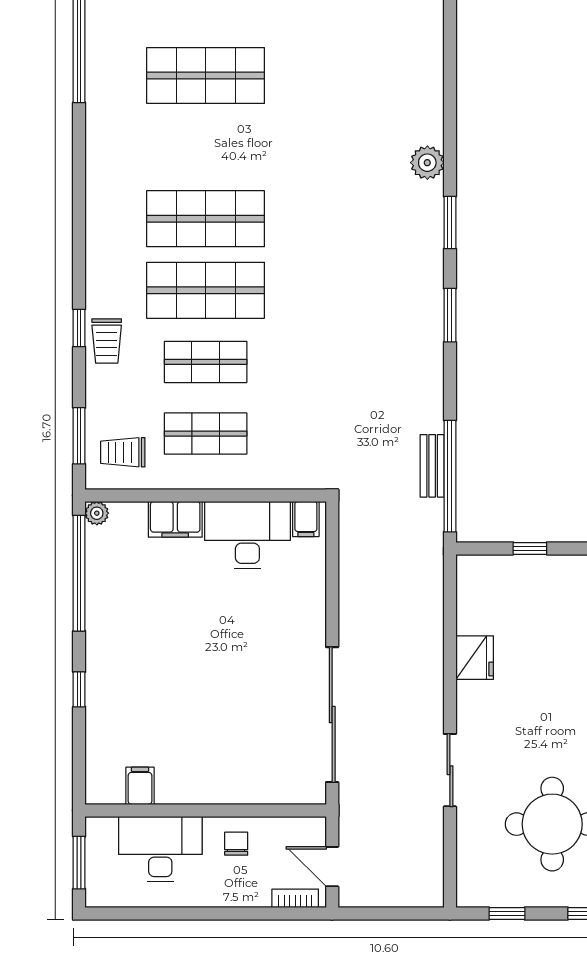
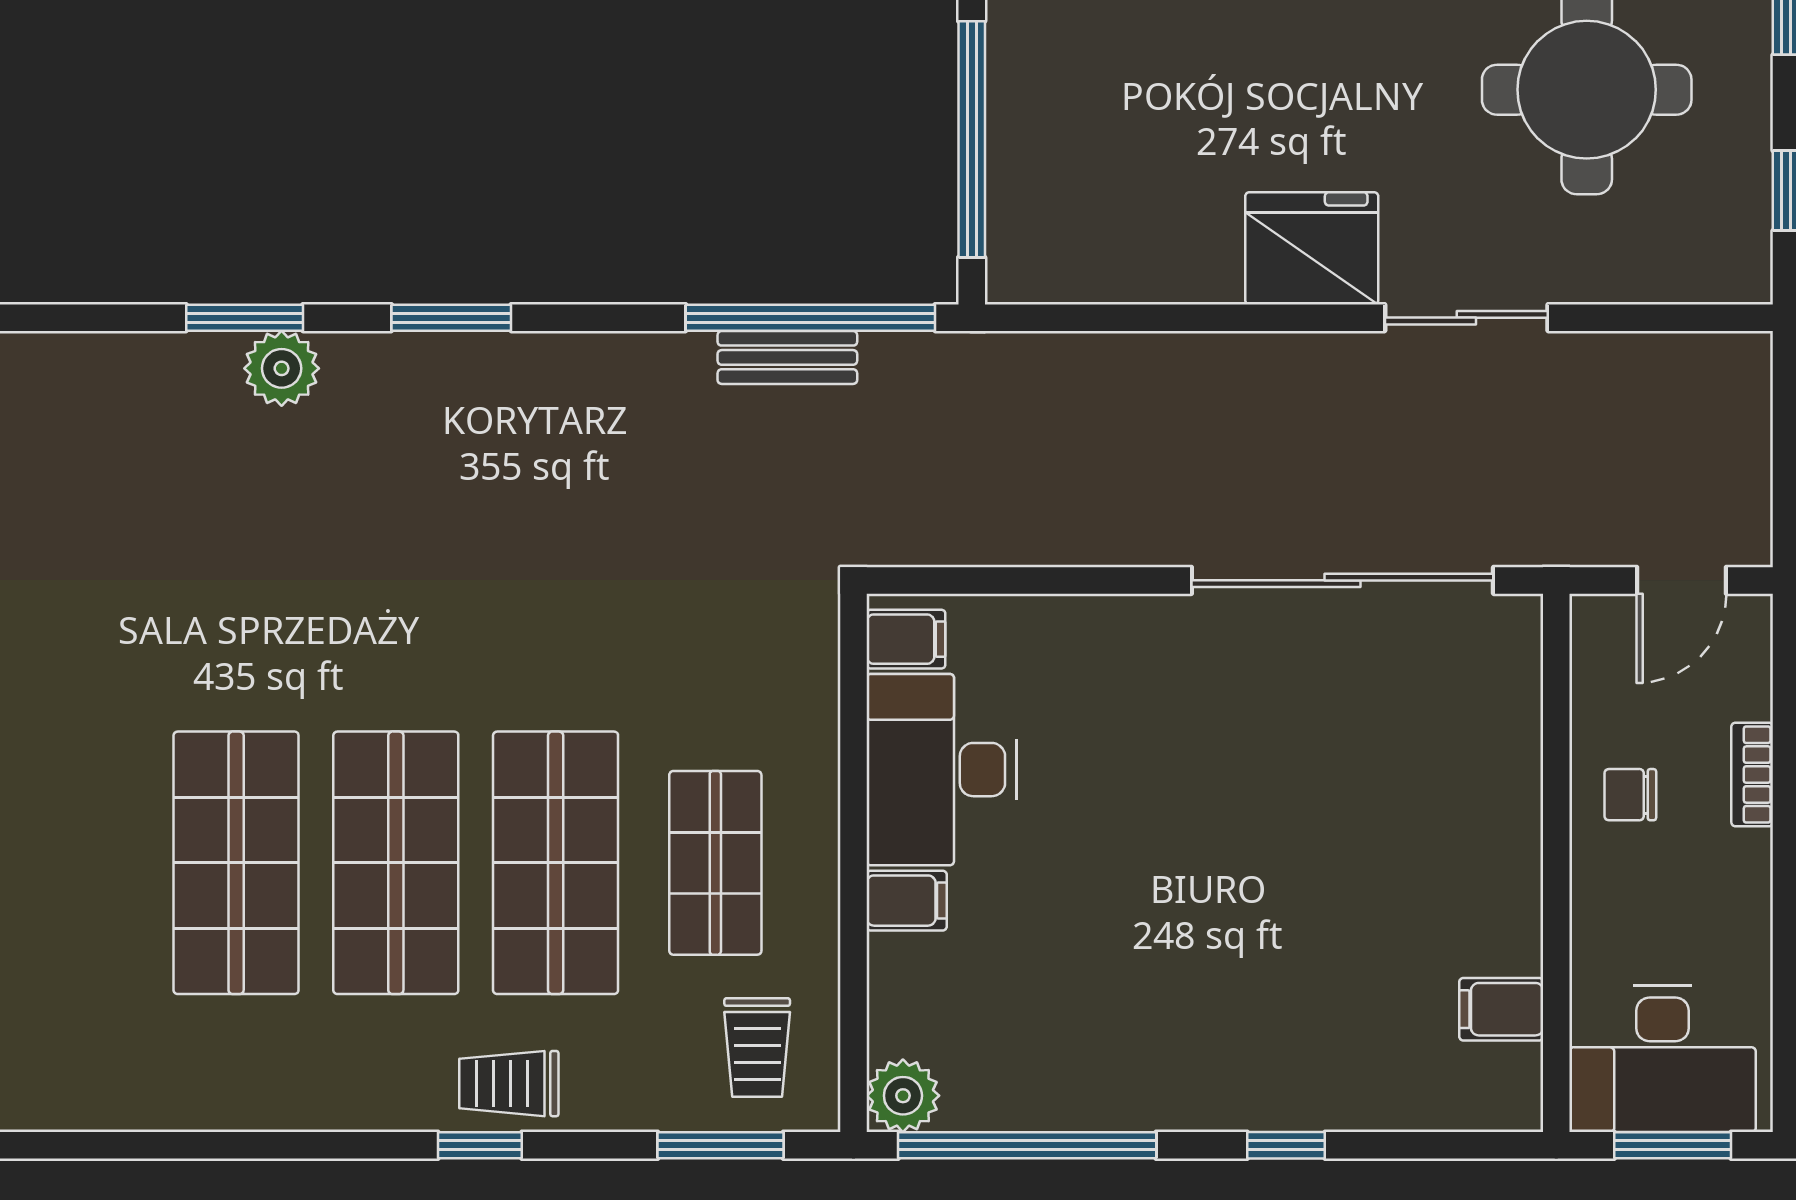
plant: (427, 163) -> (282, 368), moved
trolley: (107, 341) -> (509, 1084), turned 180
shop shelf: (206, 362) -> (556, 863), width x1.43, depth x1.36
plant: (97, 513) -> (903, 1096), width x1.38, depth x1.38
filing cabinet: (175, 519) -> (907, 901), width x0.50
window: (530, 548) -> (972, 139), width x3.17
fridge: (475, 658) -> (1312, 248), moved, width x1.36, depth x1.34
desk: (160, 849) -> (1662, 1059), moved, turned -90
bookcase: (295, 898) -> (1752, 775), moved

